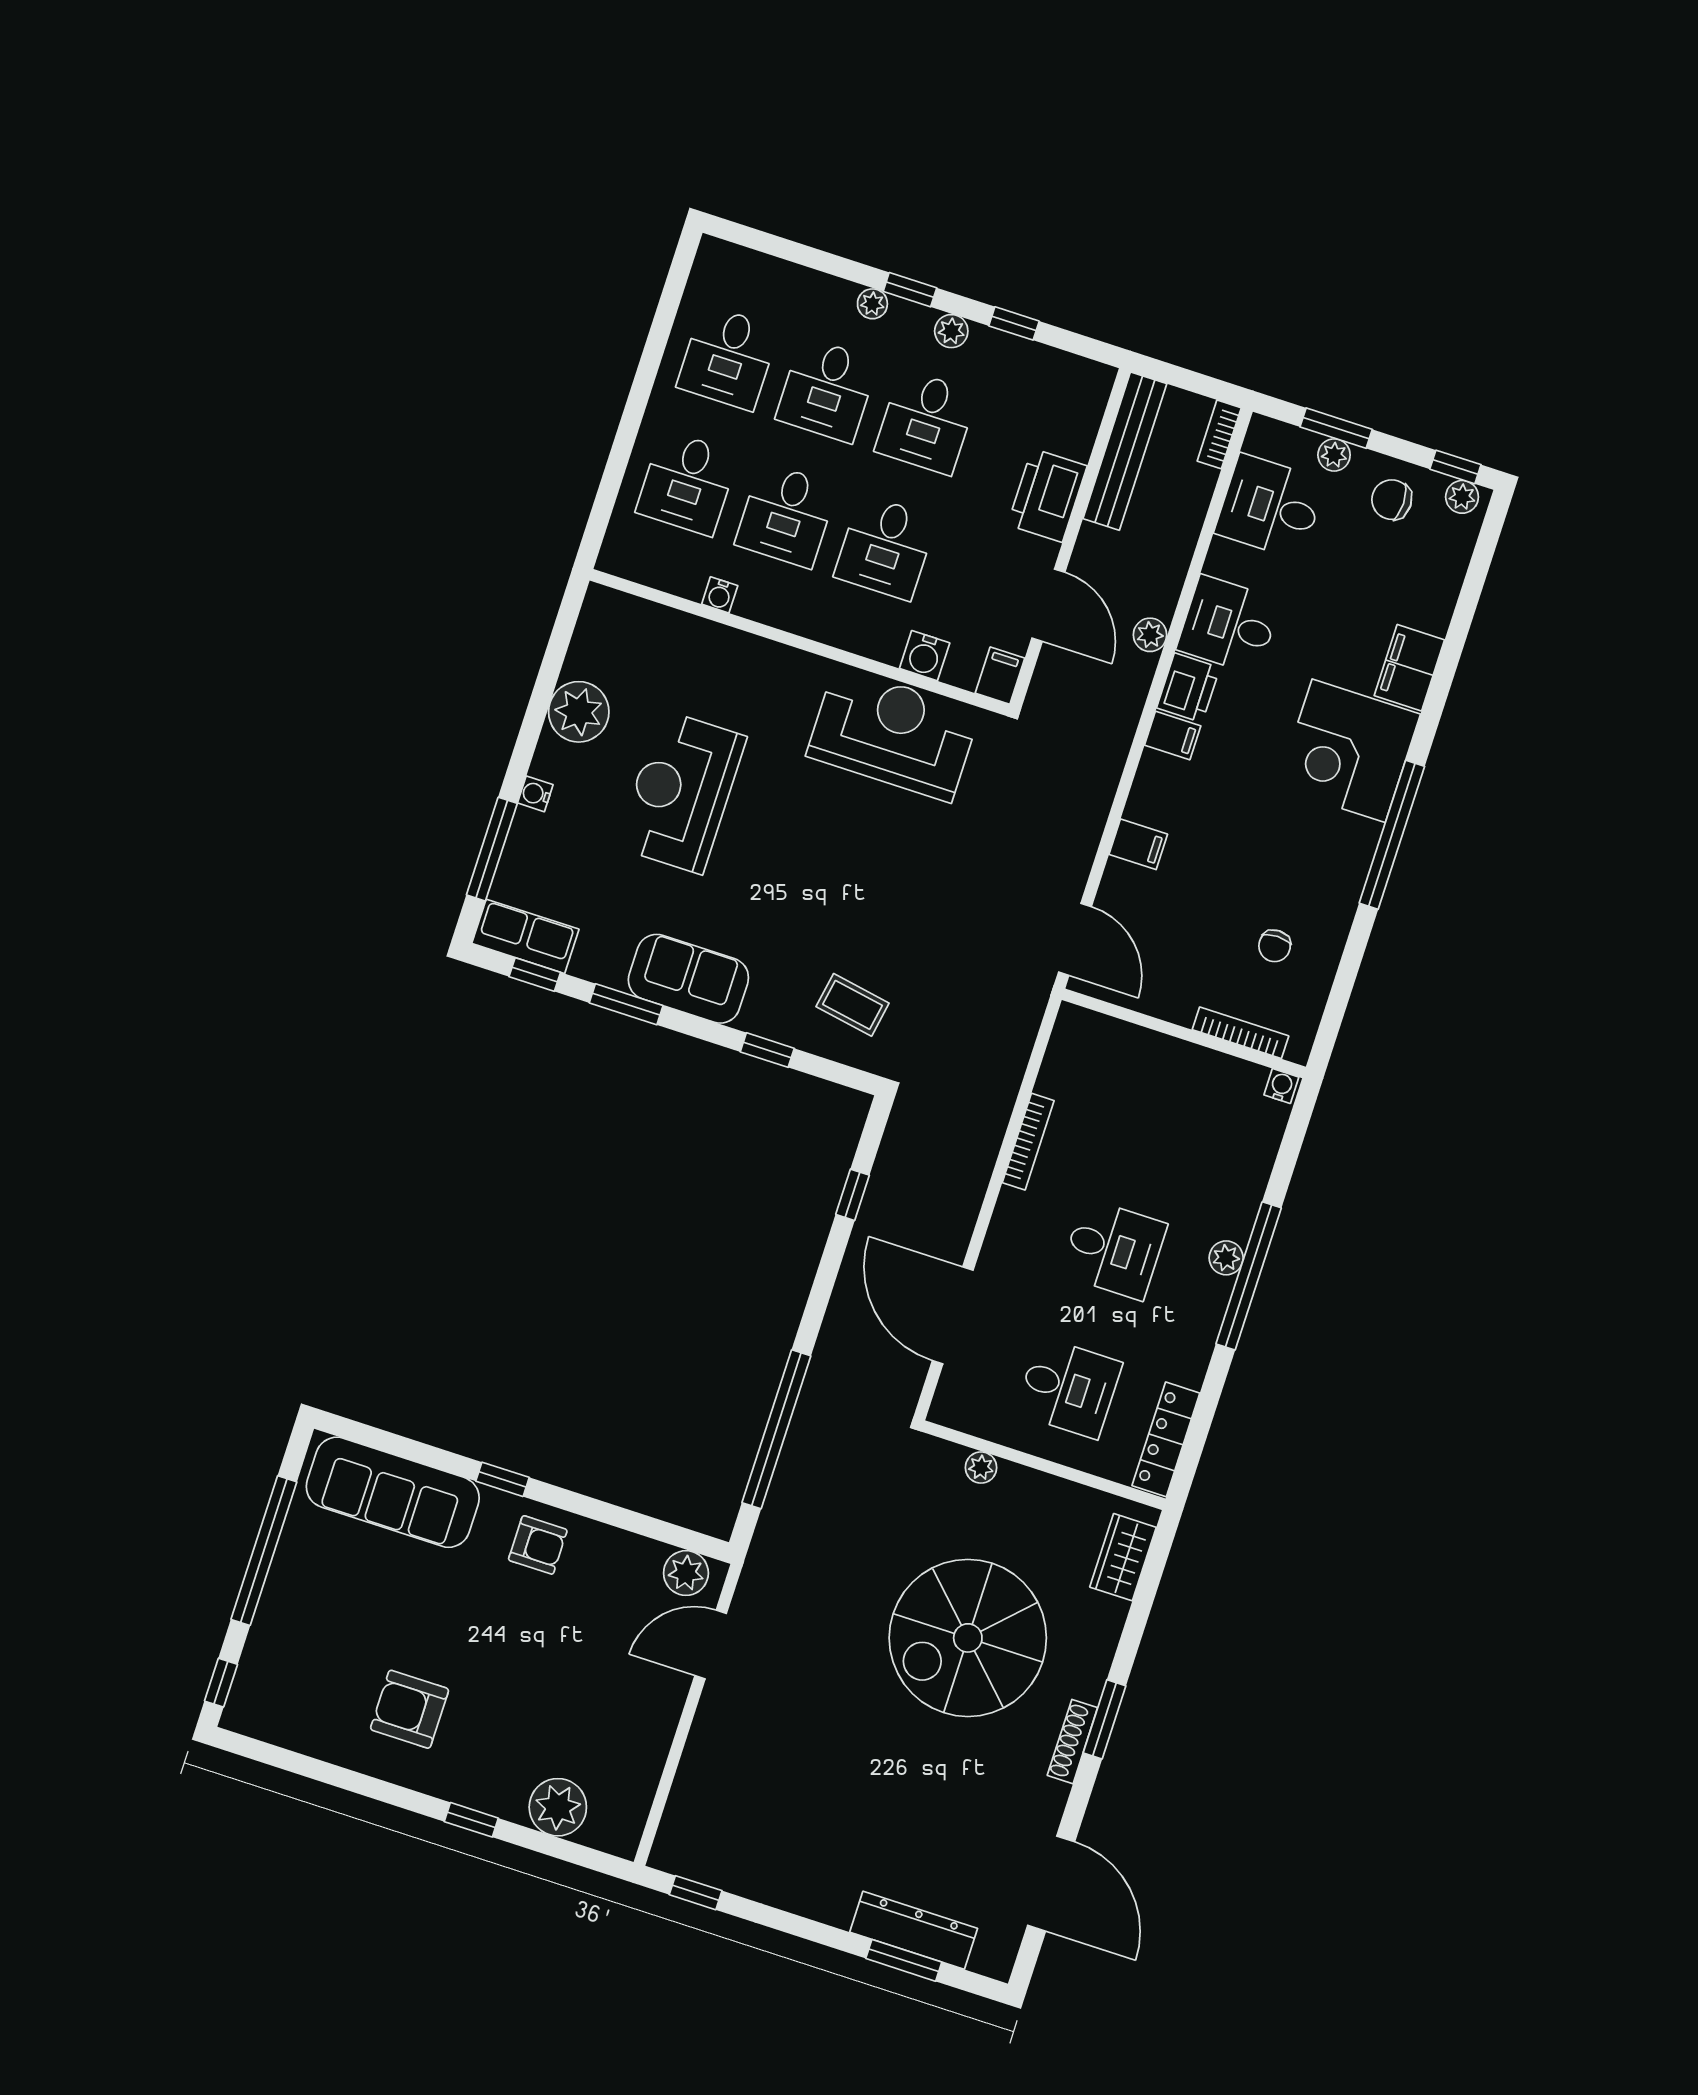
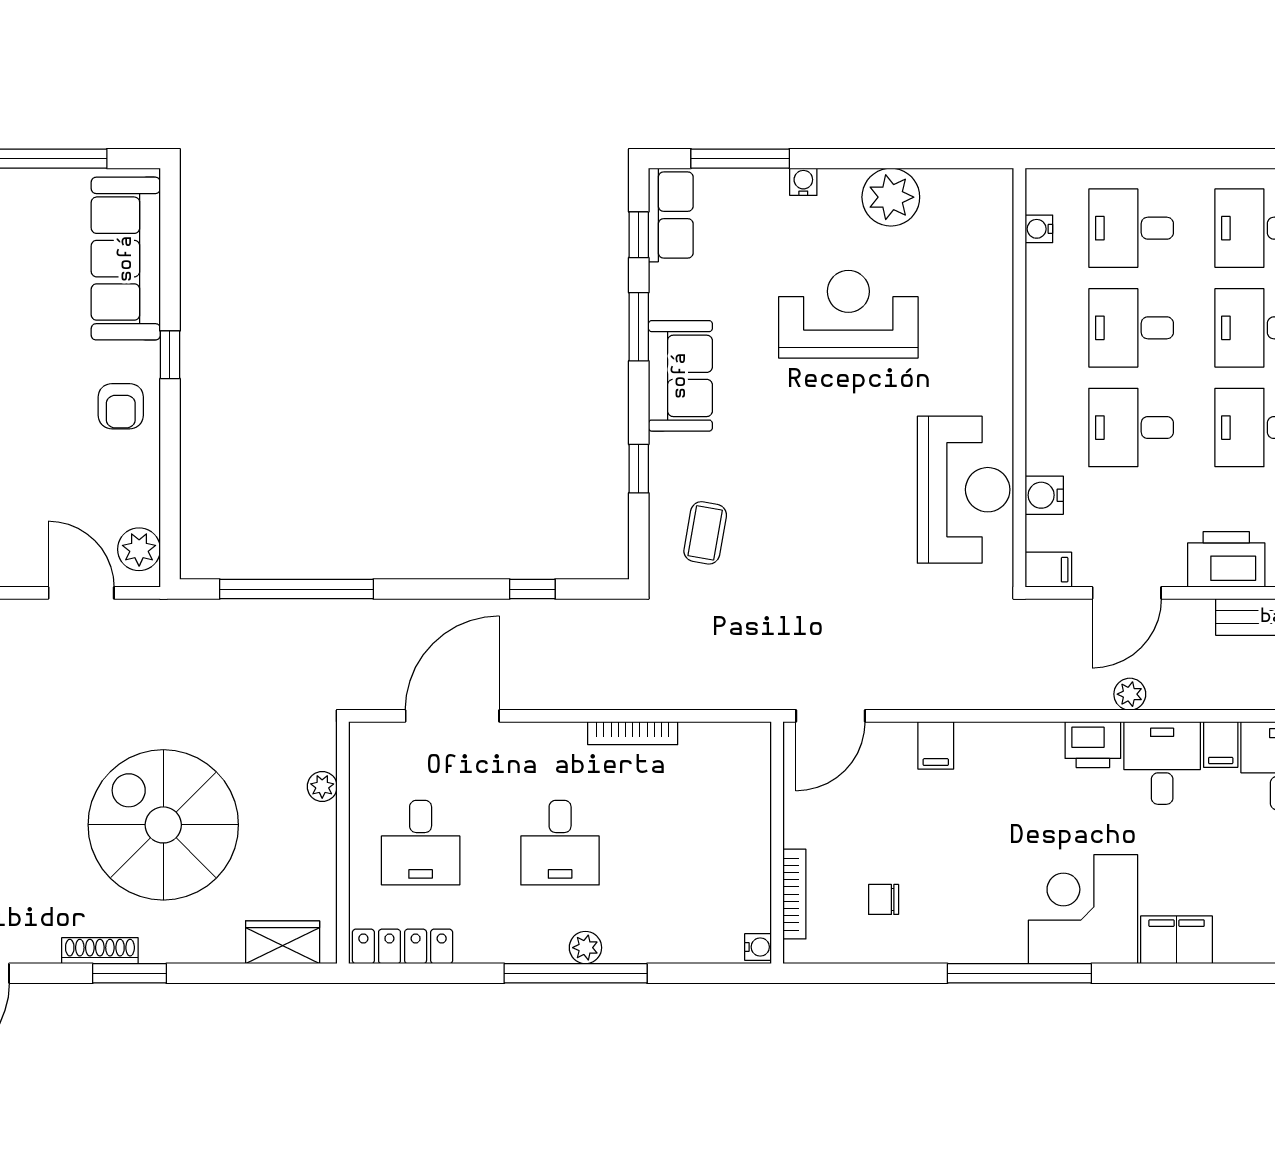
water cooler: (720, 595) -> (1039, 229), moved
filing cabinet: (1173, 735) -> (1221, 744), moved

